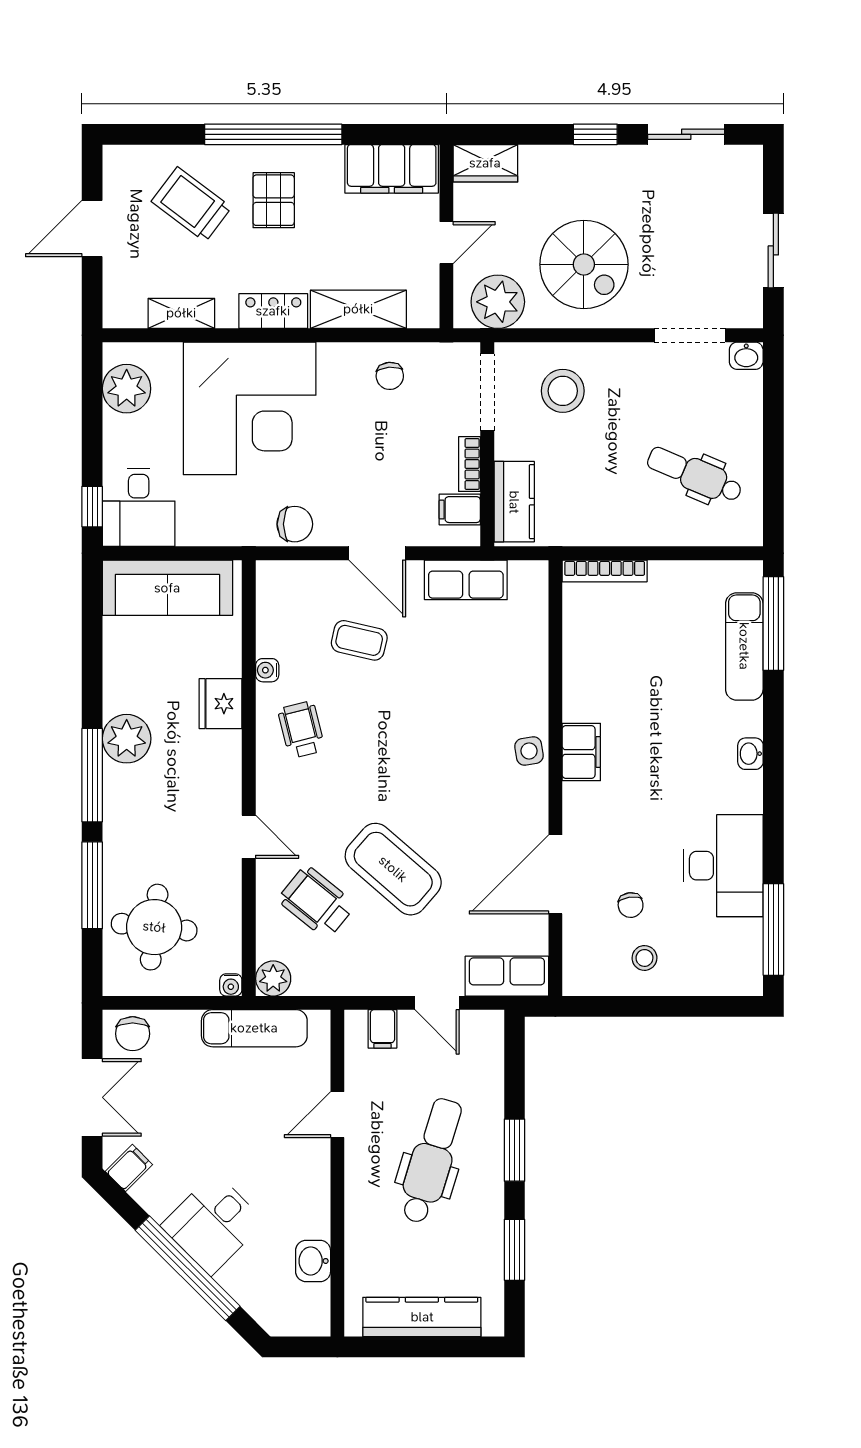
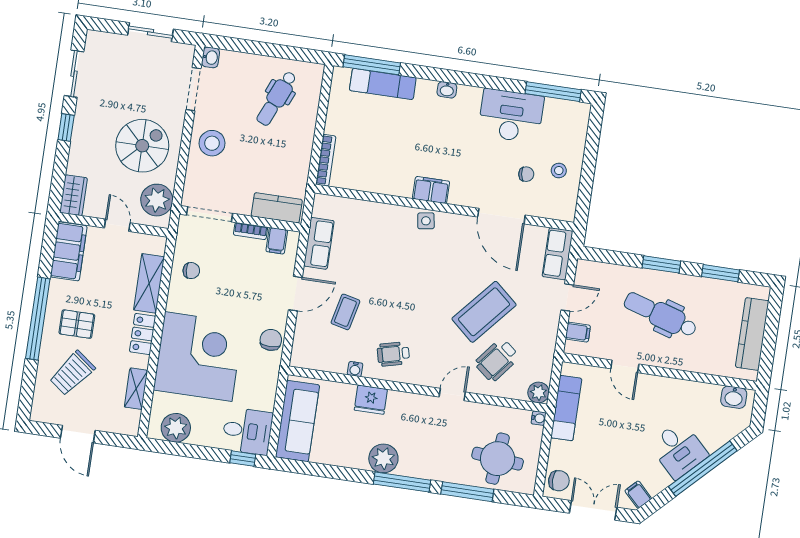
stool: (563, 391) -> (212, 143), moved
washbasin: (313, 1261) -> (734, 397), moved

